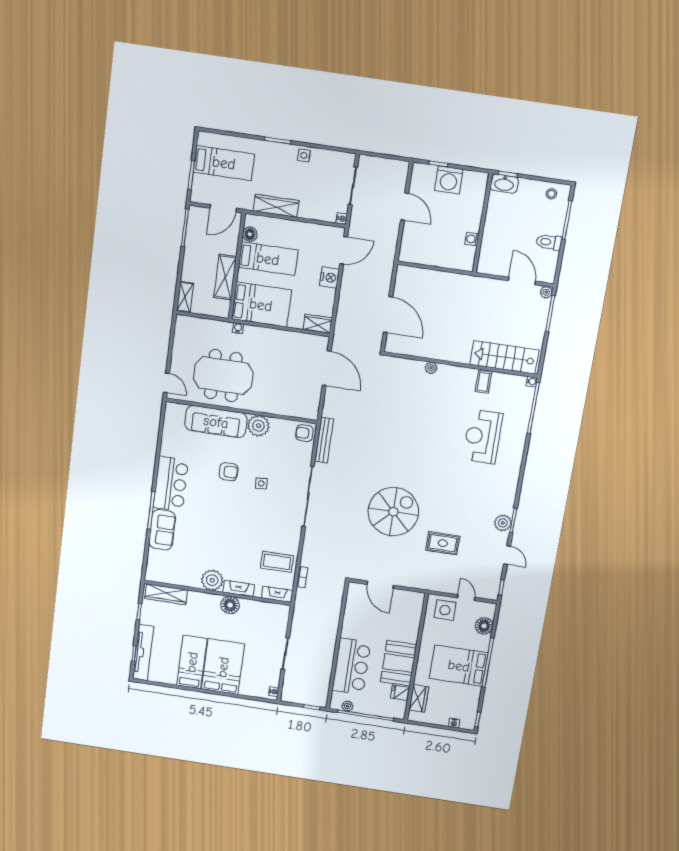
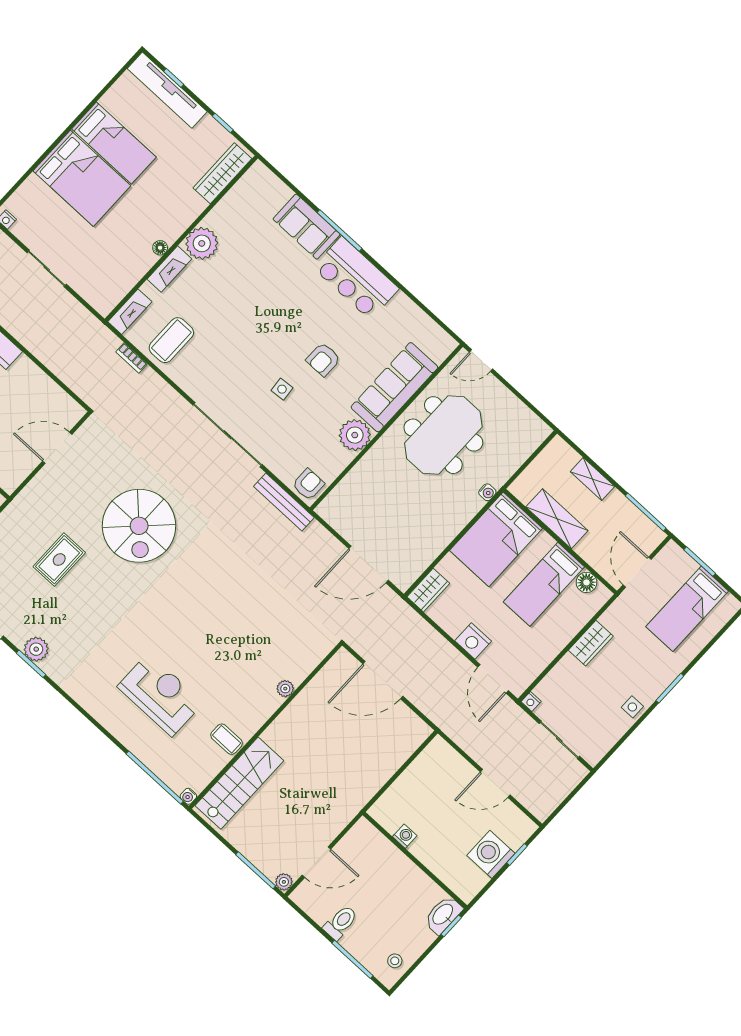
wardrobe: (276, 206) -> (591, 643), width x0.67
shelving: (185, 297) -> (592, 479), moved
floor lamp: (230, 605) -> (160, 248), width x0.53, depth x0.53

